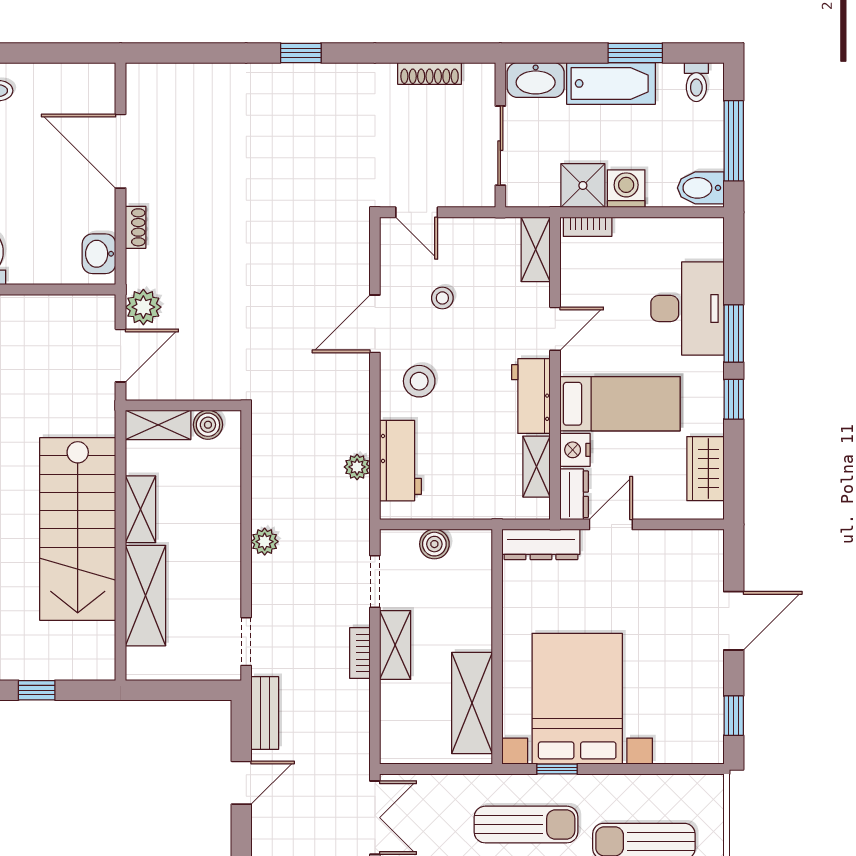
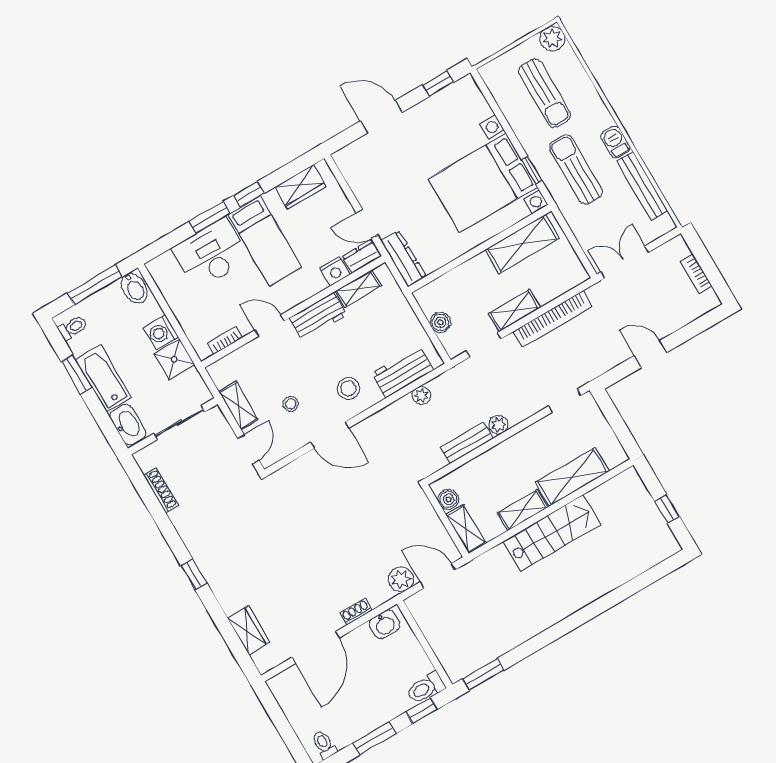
wardrobe: (191, 80) -> (249, 630), added
bookcase: (588, 227) -> (225, 340), moved, turned -90
shelving: (536, 249) -> (238, 406), moved, turned 90
bed: (620, 404) -> (265, 241), moved, turned 180
stairs: (78, 529) -> (552, 533), width x0.73, depth x0.66
bookcase: (360, 653) -> (553, 319), width x2.31, depth x1.31
bench: (265, 713) -> (467, 443), moved

